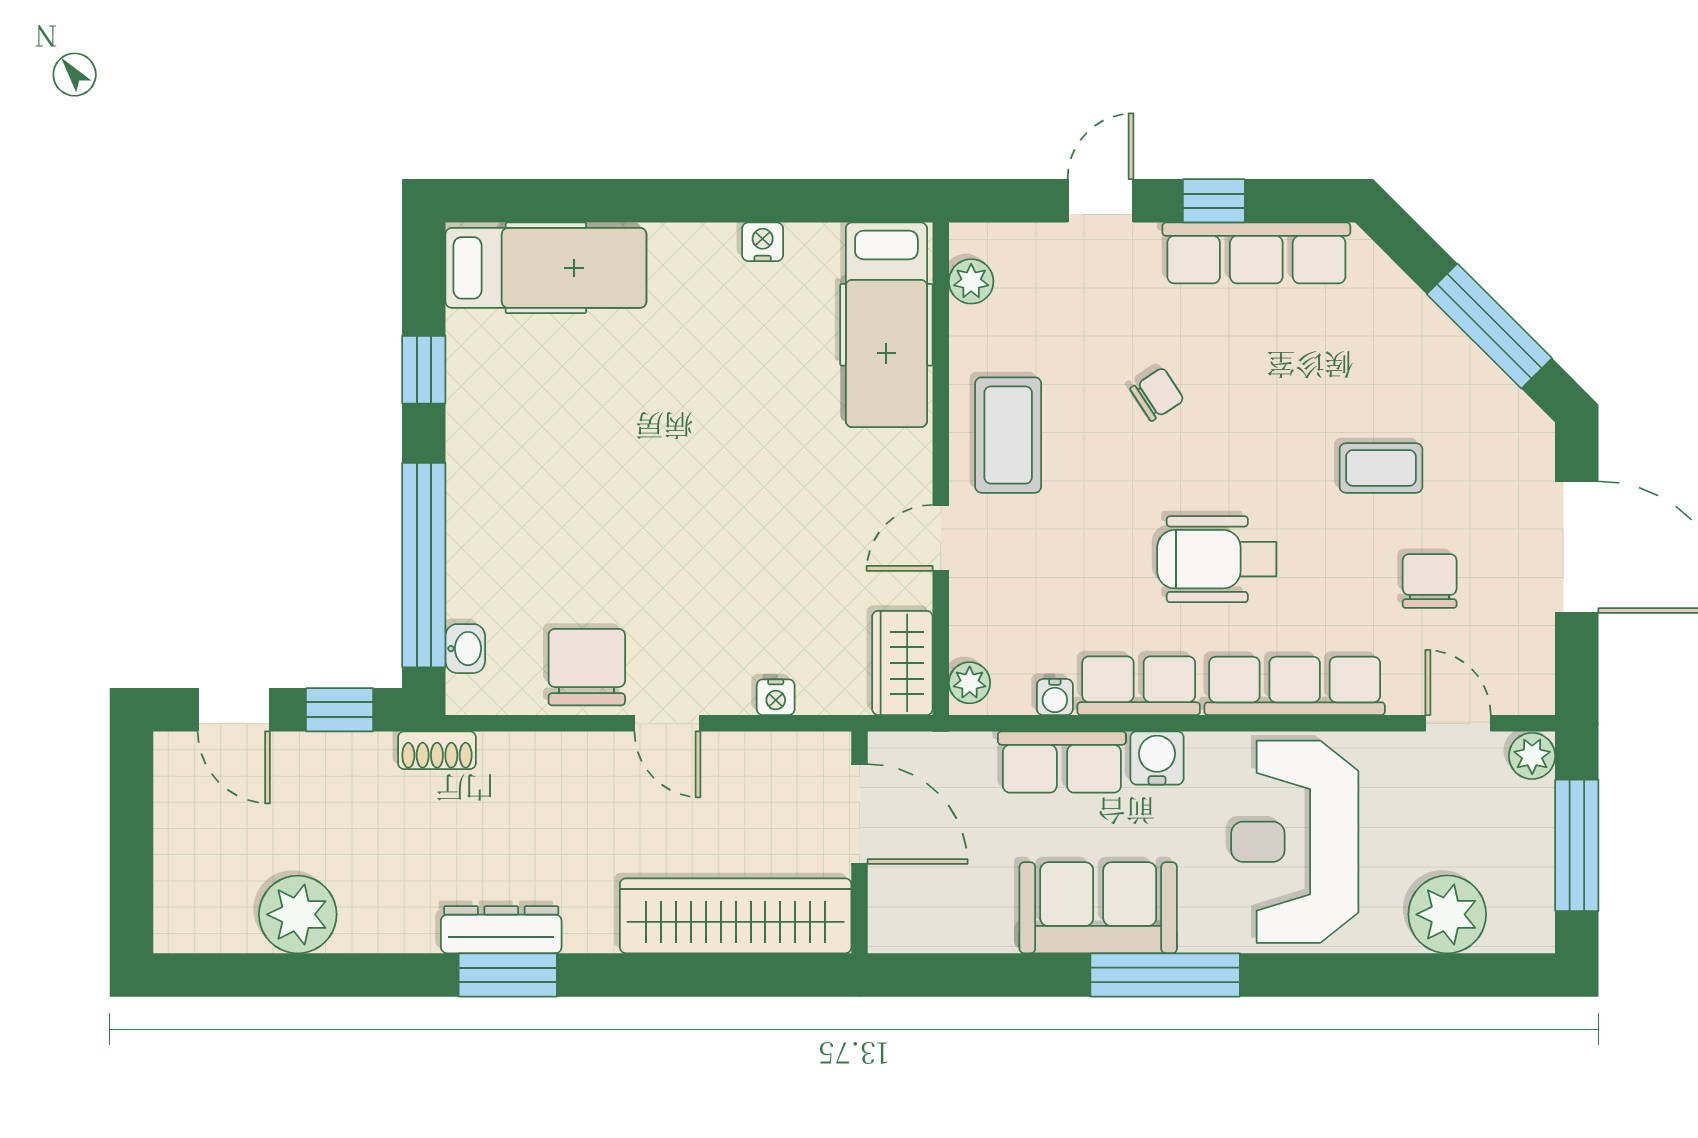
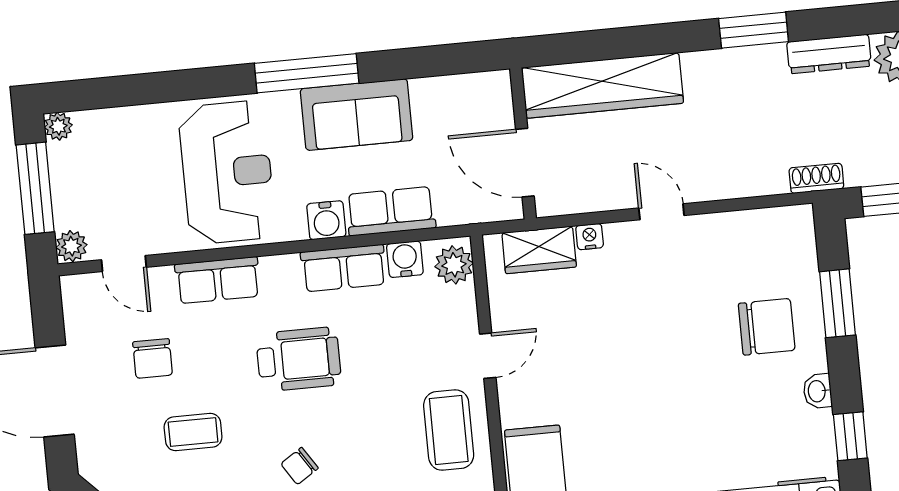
chair: (1157, 394) -> (299, 466), moved
window: (424, 565) -> (837, 303), width x0.47
washbasin: (465, 649) -> (818, 391), moved
wardrobe: (902, 663) -> (539, 250), moved, turned 90
chair: (587, 667) -> (767, 327), moved, turned -90
plant: (970, 683) -> (454, 265), width x1.38, depth x1.38
row of seats: (1295, 686) -> (218, 280), width x0.68
water cooler: (1055, 697) -> (405, 259), width x1.38, depth x1.38
plant: (1447, 914) -> (58, 126), moved, width x0.53, depth x0.53
dresser: (501, 930) -> (829, 54), moved

